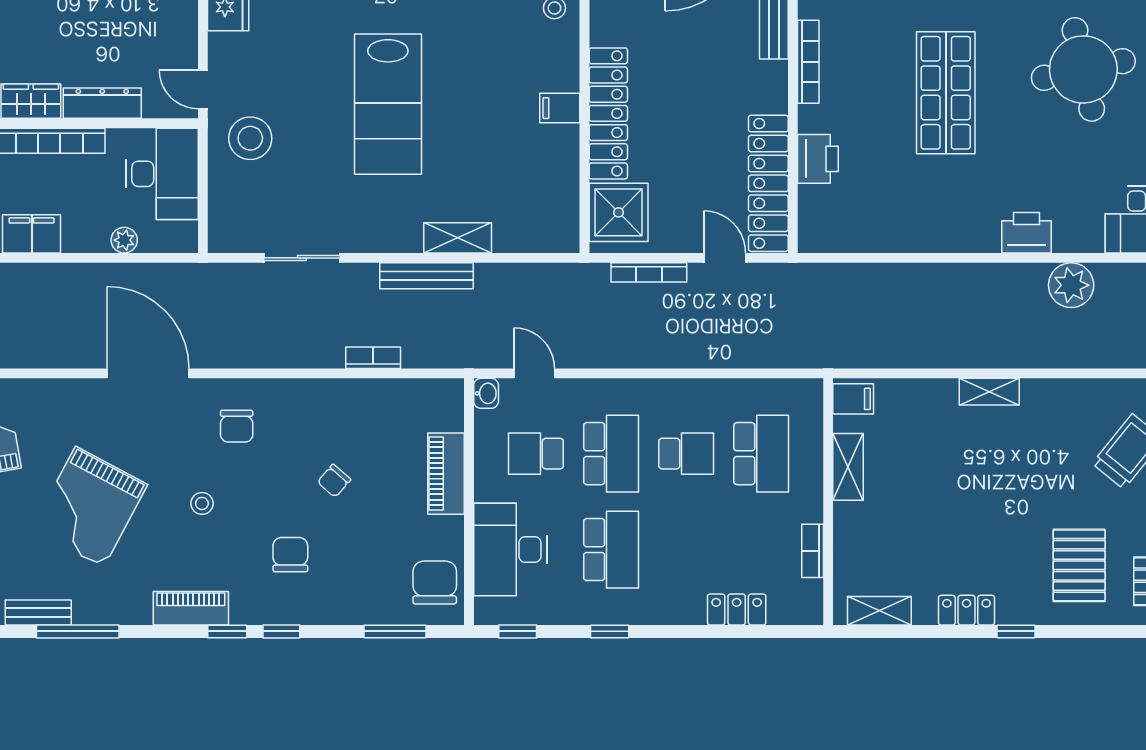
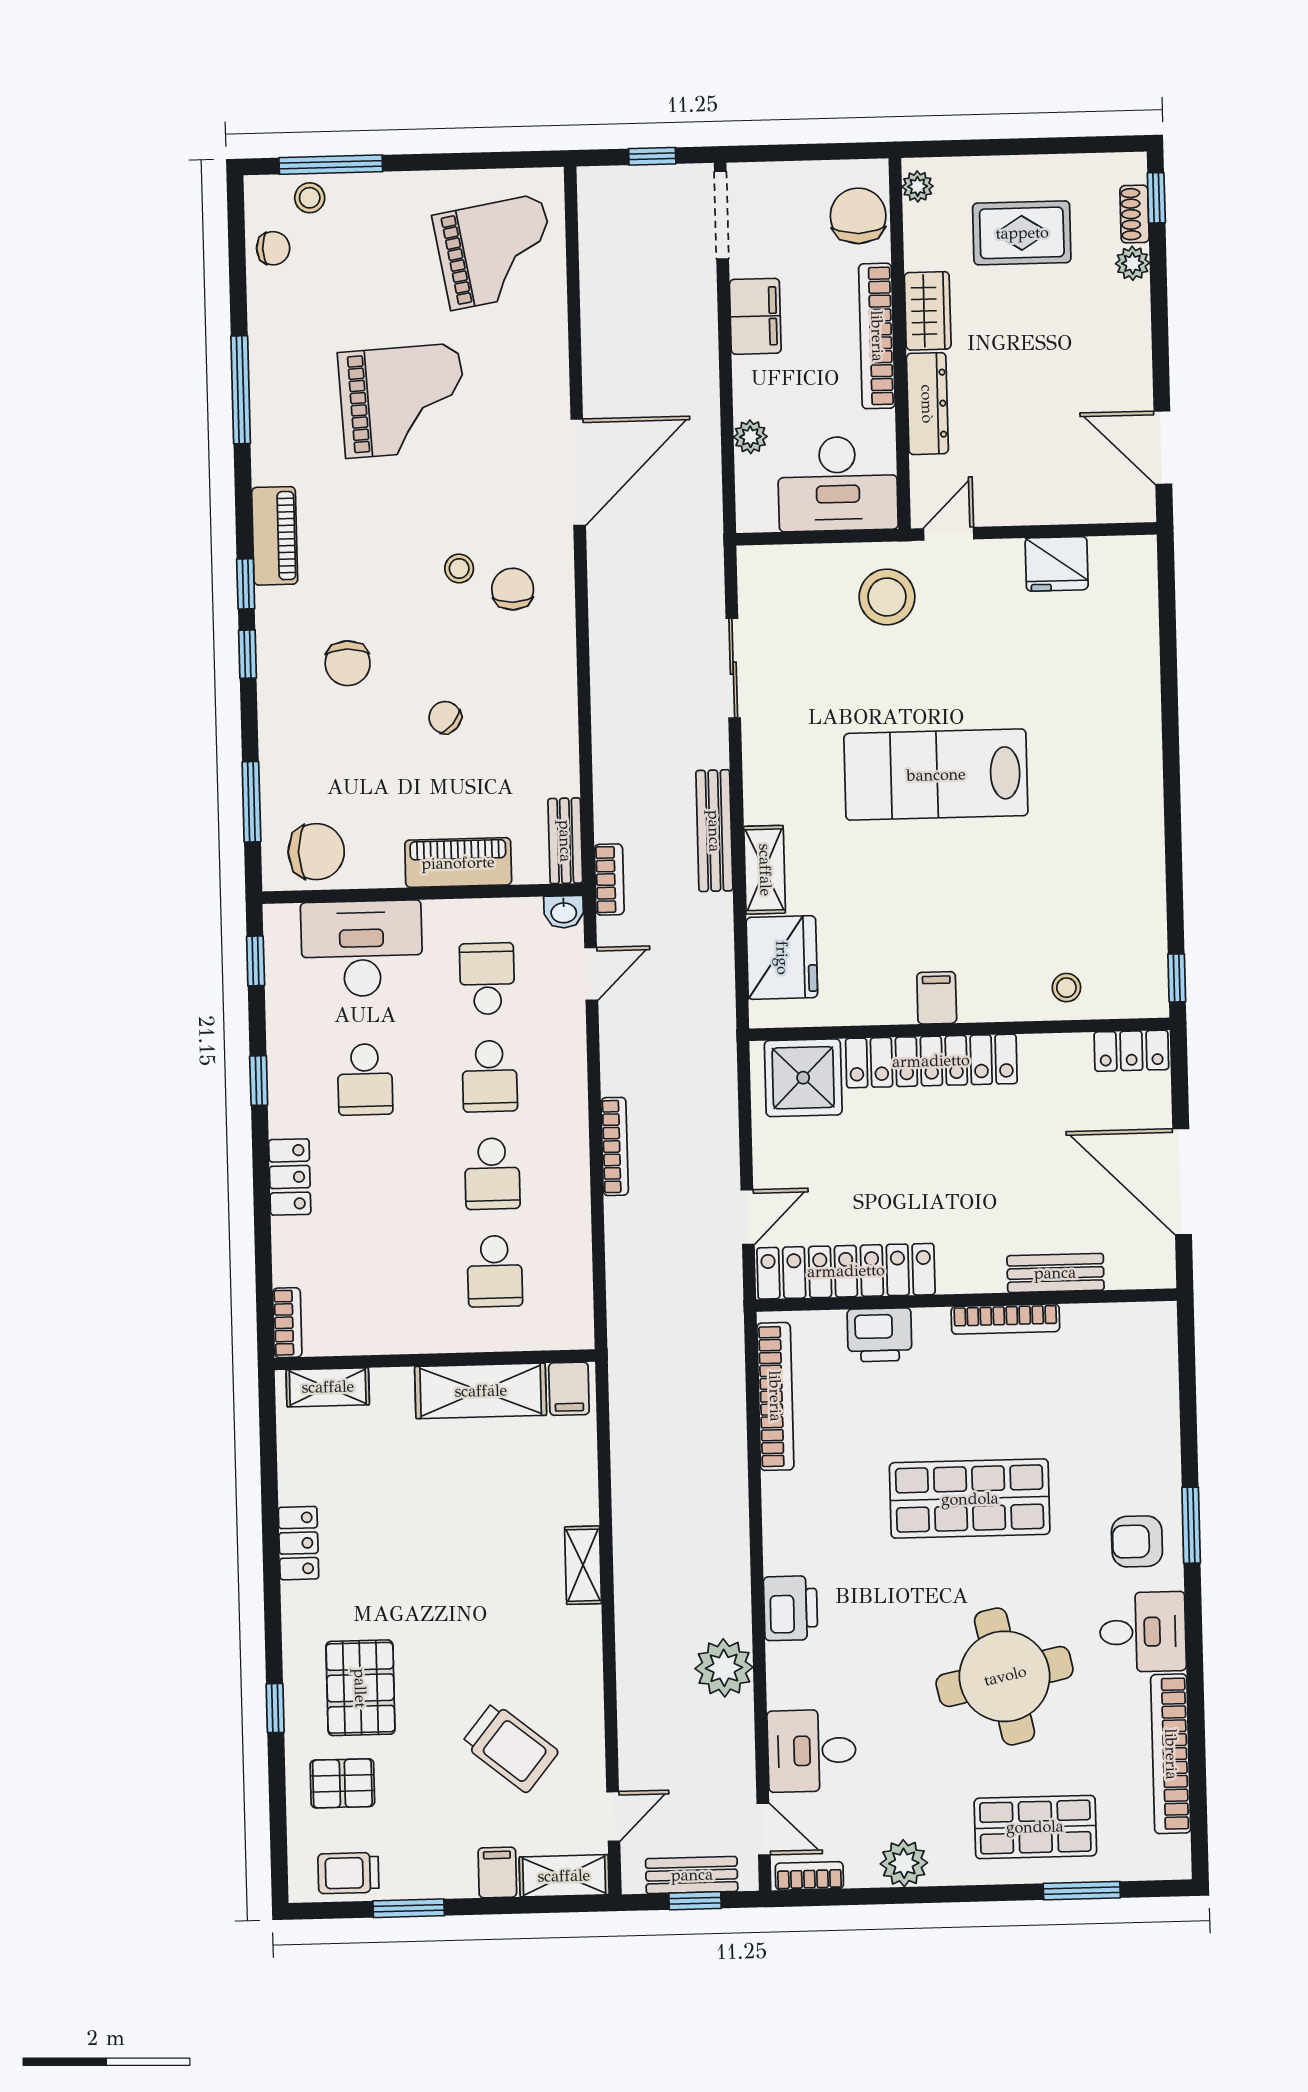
fridge: (526, 226) -> (782, 958), added
bookcase: (863, 240) -> (775, 1396), added
bookcase: (649, 272) -> (615, 1146), moved, turned 180
bookcase: (373, 358) -> (609, 879), moved
chair: (237, 426) -> (513, 589), turned 90
school desk: (611, 454) -> (490, 1076), width x0.54
school desk: (761, 454) -> (495, 1271), width x0.54
shelving: (848, 467) -> (481, 1391), width x1.50, depth x1.33
stool: (202, 503) -> (459, 568), moved
grand piano: (90, 507) -> (403, 401), turned 149
school desk: (611, 550) -> (365, 1079), width x0.54
bookcase: (813, 551) -> (287, 1323), moved, turned 90
chair: (290, 555) -> (348, 663), turned 90
pallet: (1079, 565) -> (360, 1688), turned 90
locker: (737, 610) -> (290, 1177), moved
shelving: (879, 611) -> (328, 1387), moved, turned 90
bench: (38, 613) -> (565, 841), moved
window: (1016, 631) -> (275, 1708), moved

